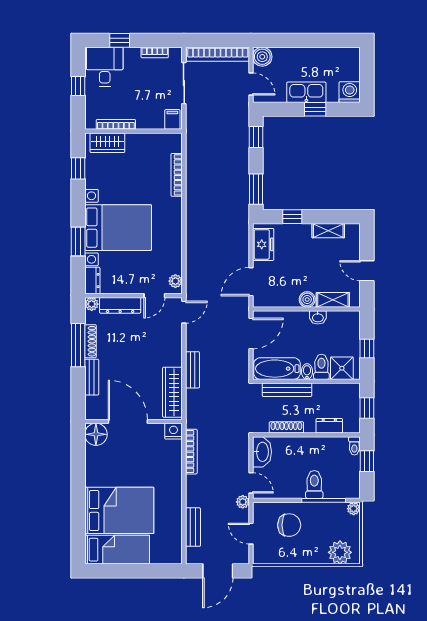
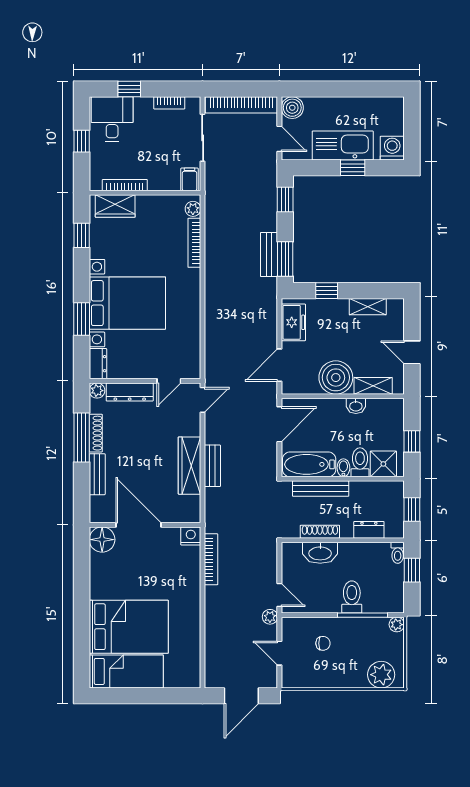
kitchen sink: (306, 92) -> (343, 145), width x1.36, depth x1.24
plant: (175, 281) -> (193, 209), moved
boiler: (307, 299) -> (336, 378), width x1.86, depth x1.86
wardrobe: (172, 392) -> (190, 466), moved
washbasin: (262, 452) -> (320, 553), moved, turned 90
chair: (289, 525) -> (323, 643), width x0.54, depth x0.54
bench: (193, 527) -> (269, 254), moved

